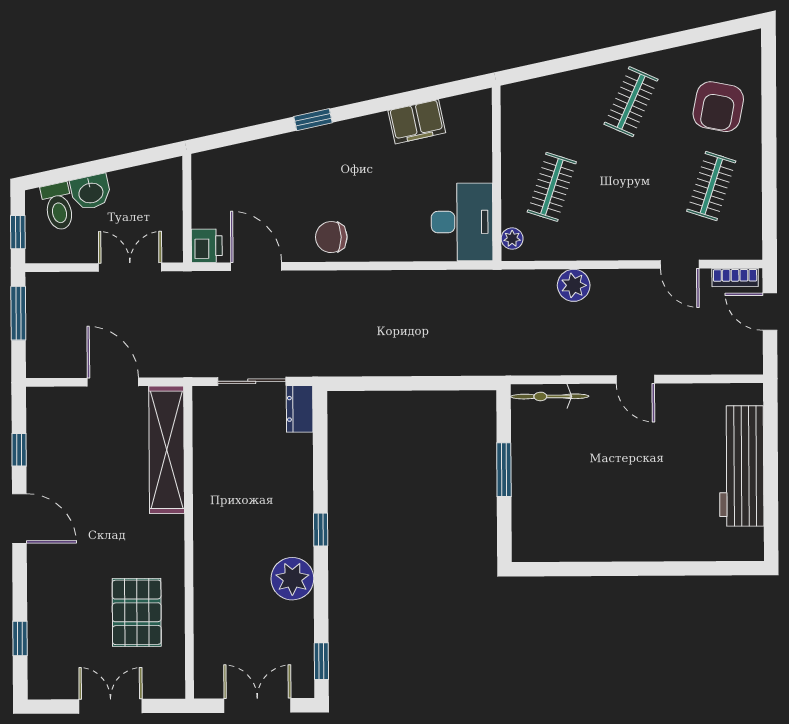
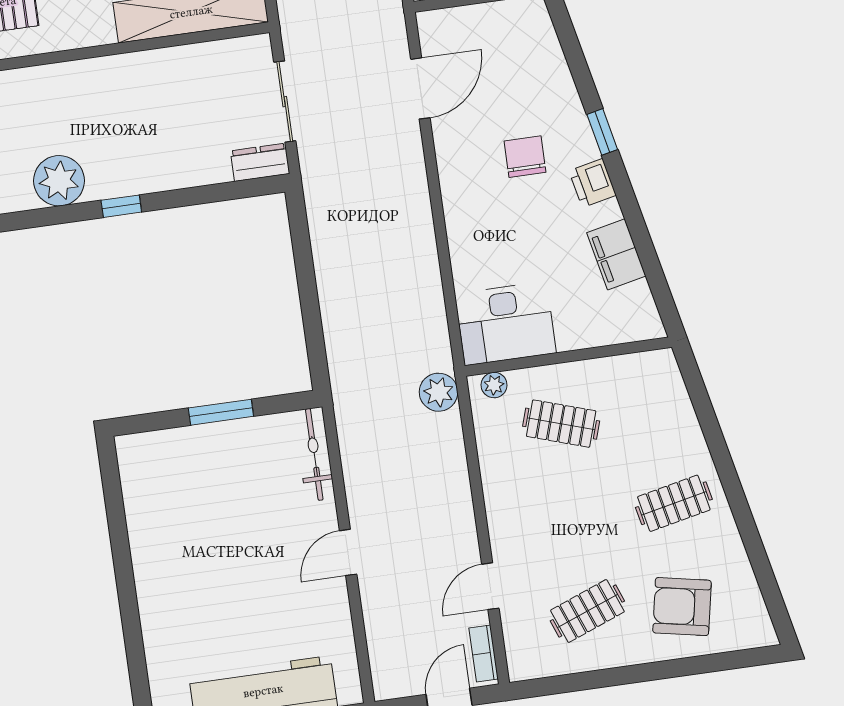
clothes rail: (631, 102) -> (674, 503), turned -36
clothes rail: (711, 186) -> (587, 611), turned -39
chair: (331, 237) -> (525, 157), moved
printer: (207, 246) -> (593, 183), moved, turned 78
plant: (574, 285) -> (439, 392), moved

